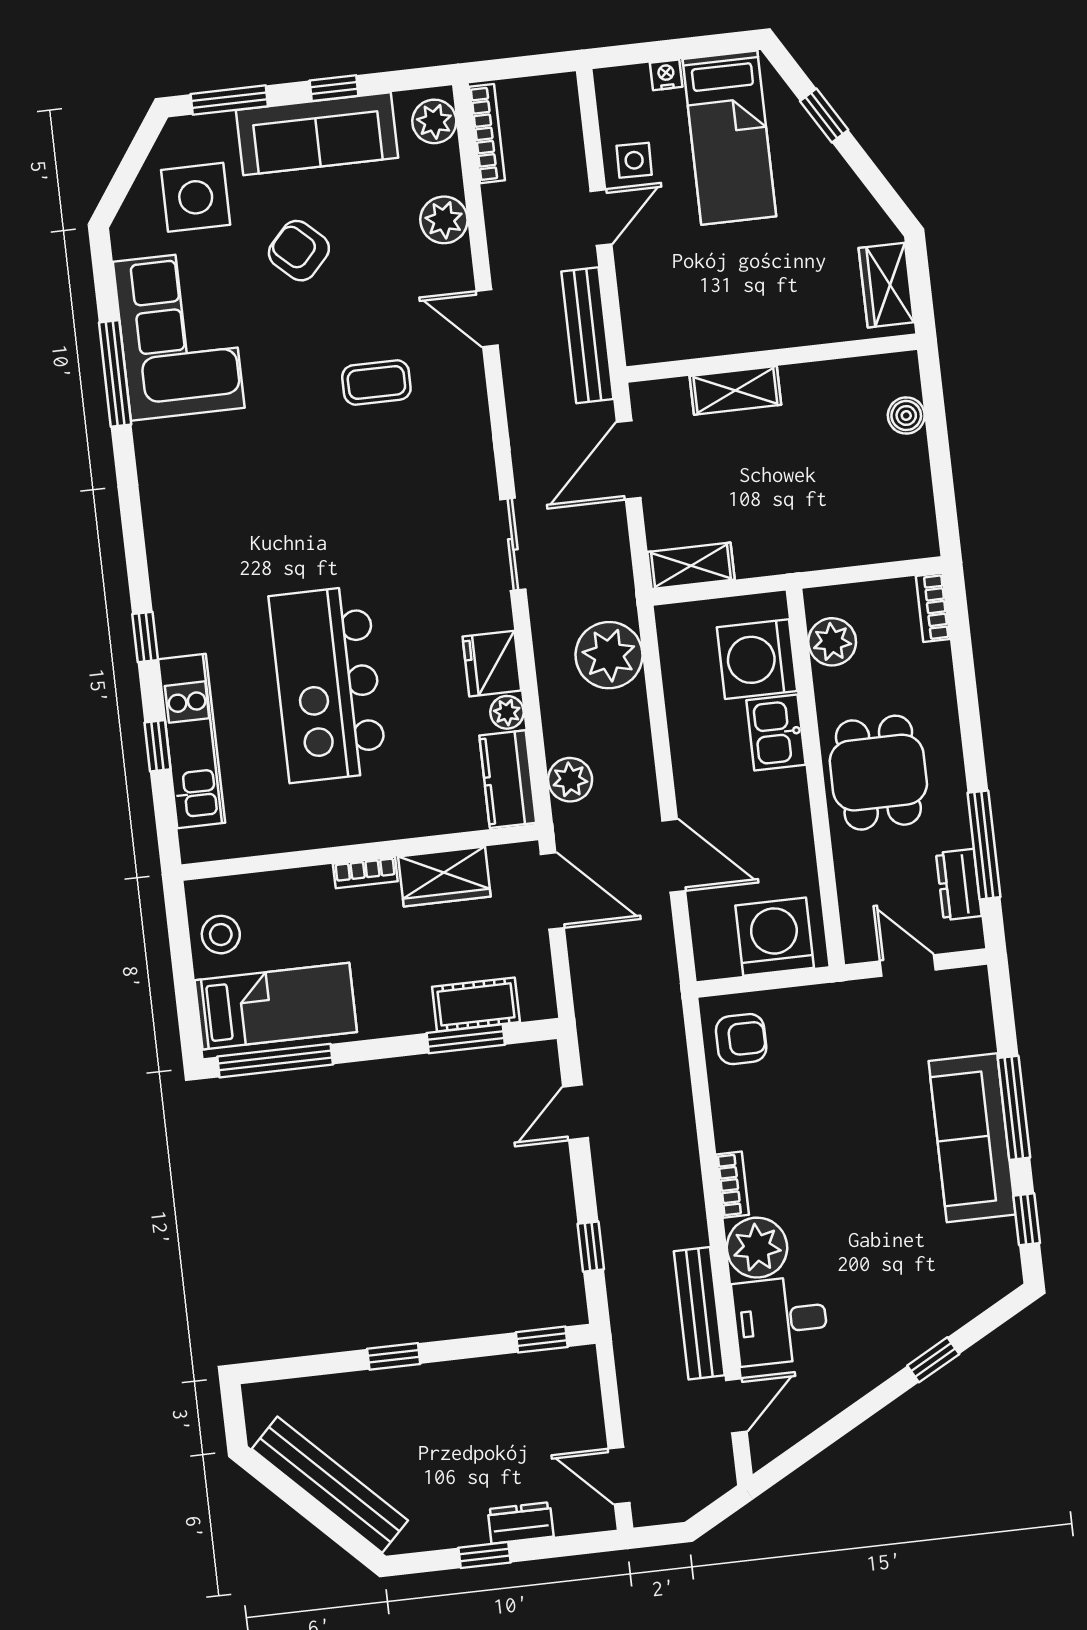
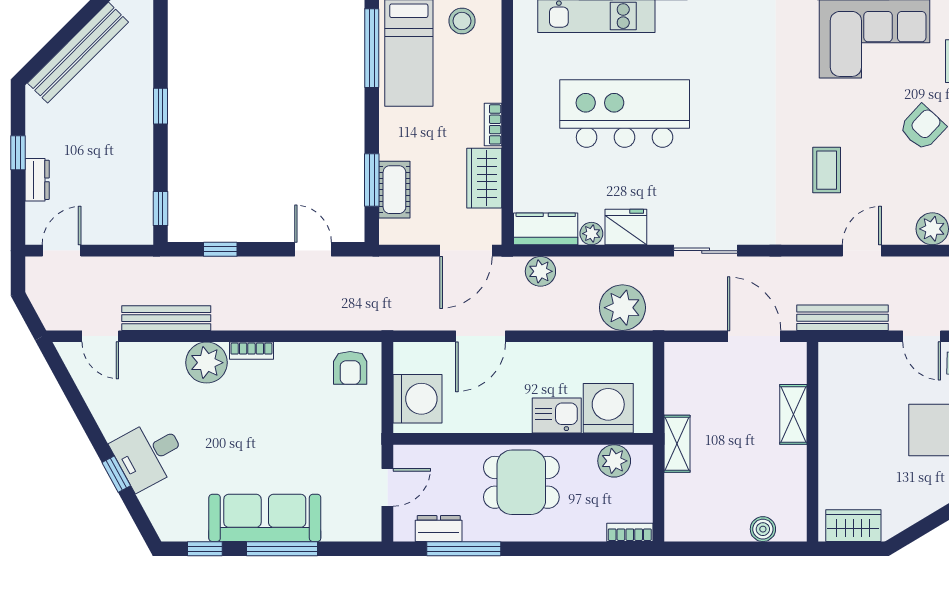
shelving: (691, 566) -> (677, 444), moved
desk: (780, 1321) -> (149, 454), moved, turned -119

